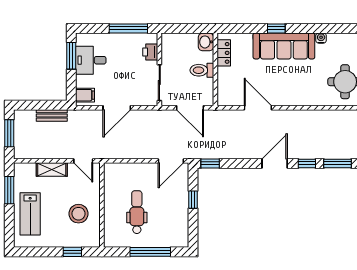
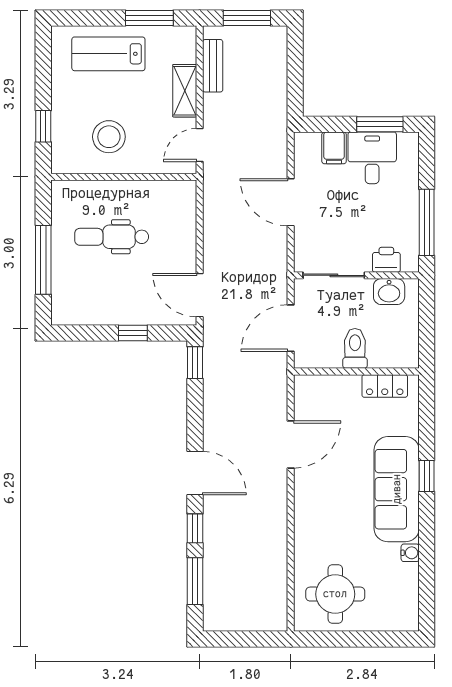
washbasin: (206, 42) -> (389, 292), moved, turned 180
filing cabinet: (85, 95) -> (334, 148), moved
bench: (52, 115) -> (213, 66), moved
dental chair: (137, 212) -> (112, 237), turned 180

